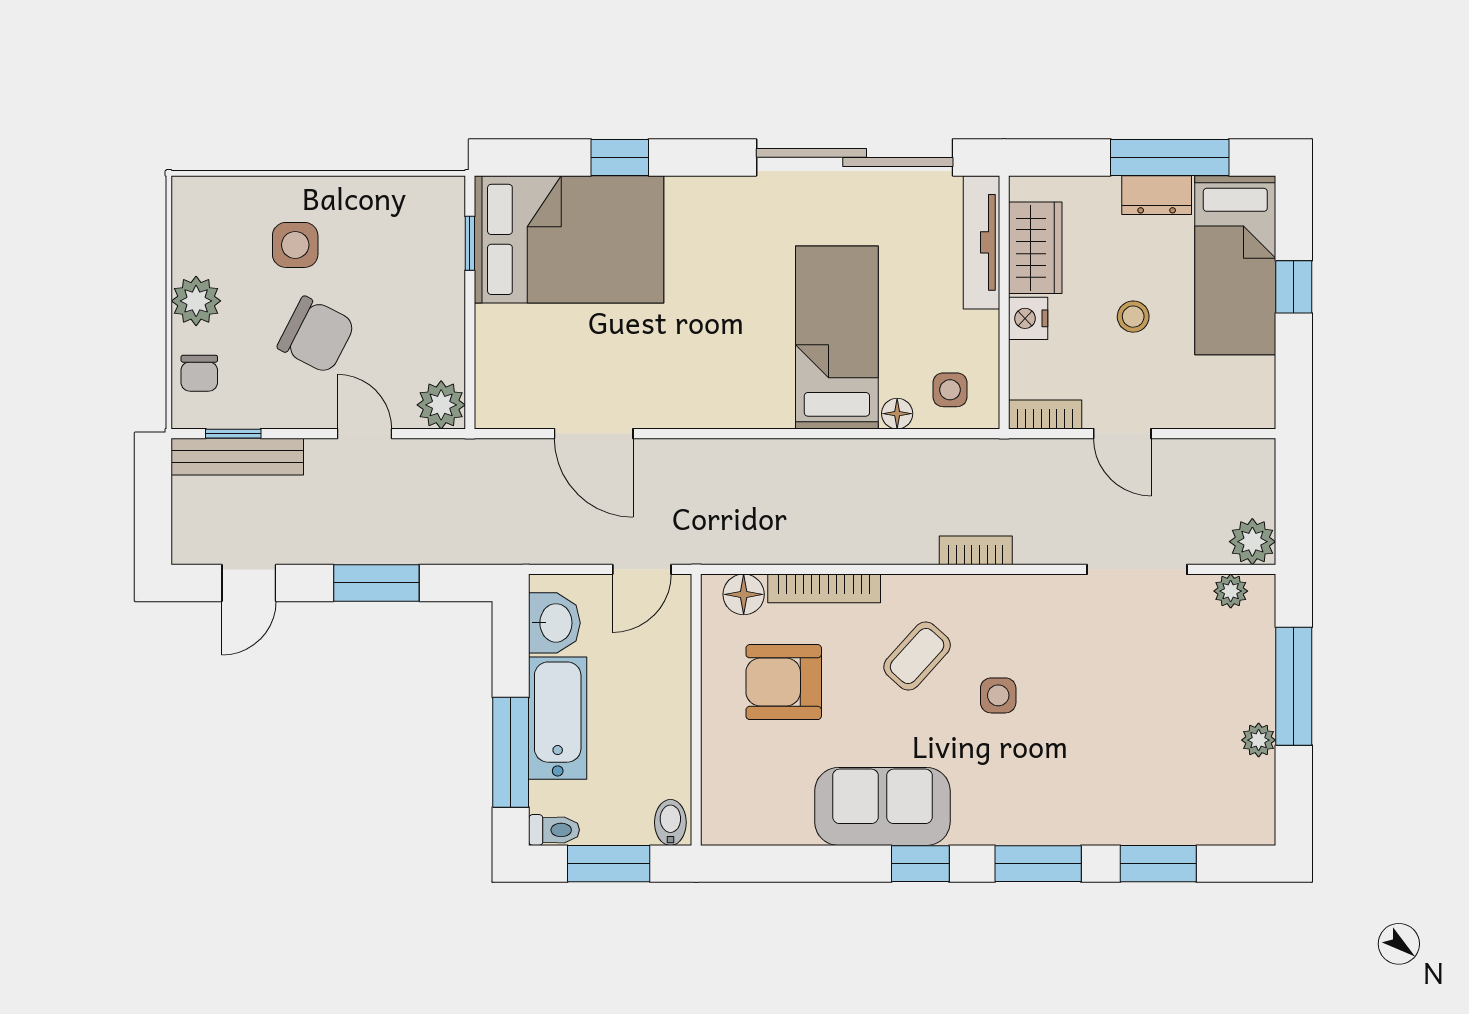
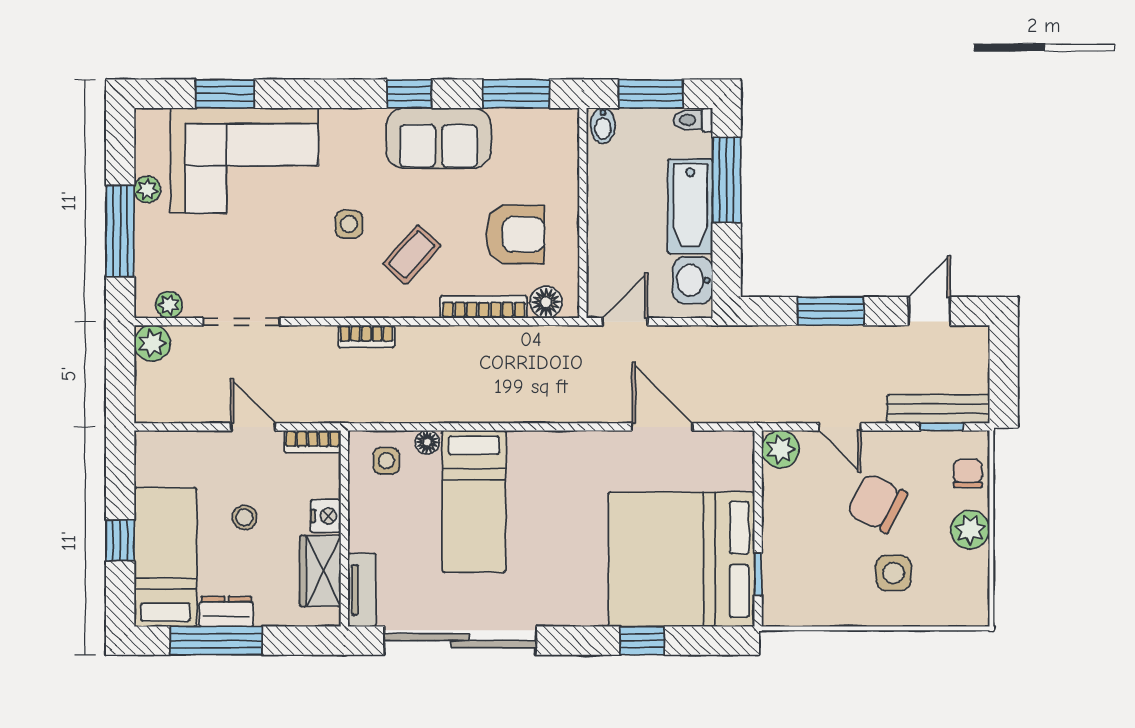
bed: (569, 239) -> (681, 559), width x1.36
tv unit: (981, 242) -> (362, 590), width x0.71
corner sofa: (1133, 778) -> (244, 160), added
window: (1038, 864) -> (516, 94), moved

